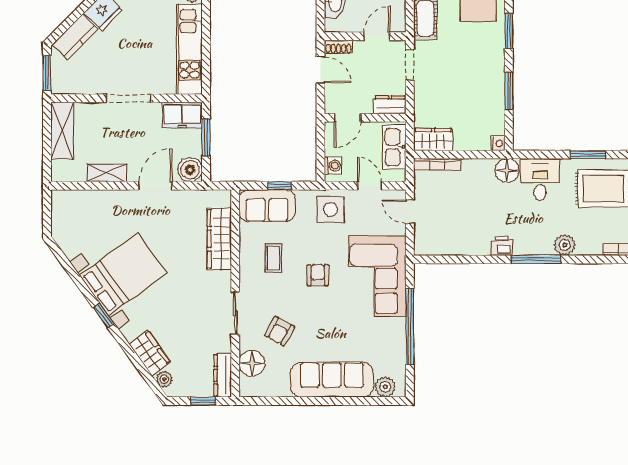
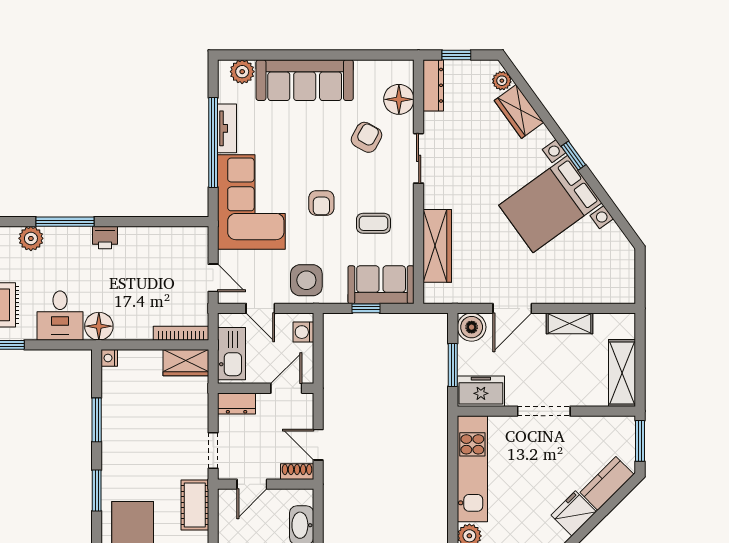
coffee table: (273, 258) -> (373, 223), turned 90
tv unit: (398, 339) -> (227, 128), added

